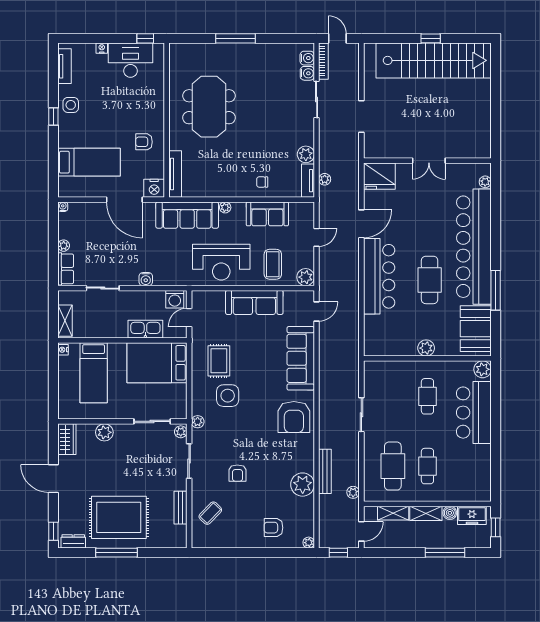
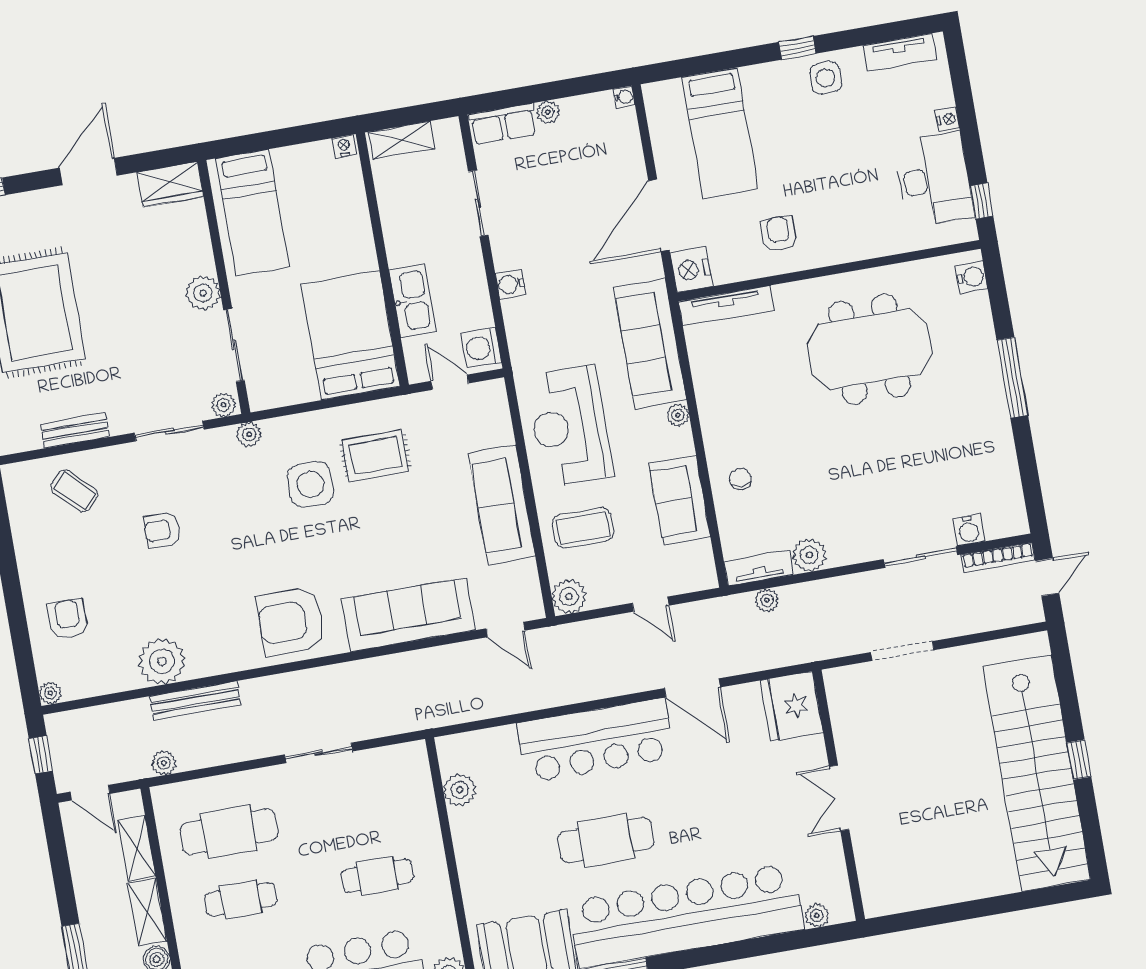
water cooler: (307, 58) -> (972, 277), moved, turned -90
plant: (426, 348) -> (460, 790), moved
bed: (94, 373) -> (252, 213), moved, turned -90
plant: (104, 432) -> (203, 293), moved

